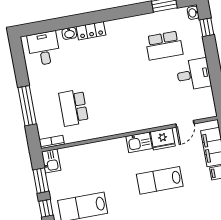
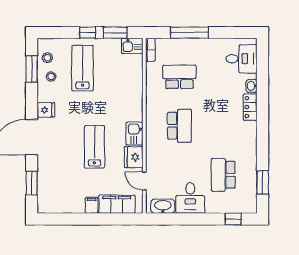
washbasin: (193, 13) -> (163, 206), moved, width x1.91, depth x1.45
school desk: (123, 99) -> (179, 126), added

